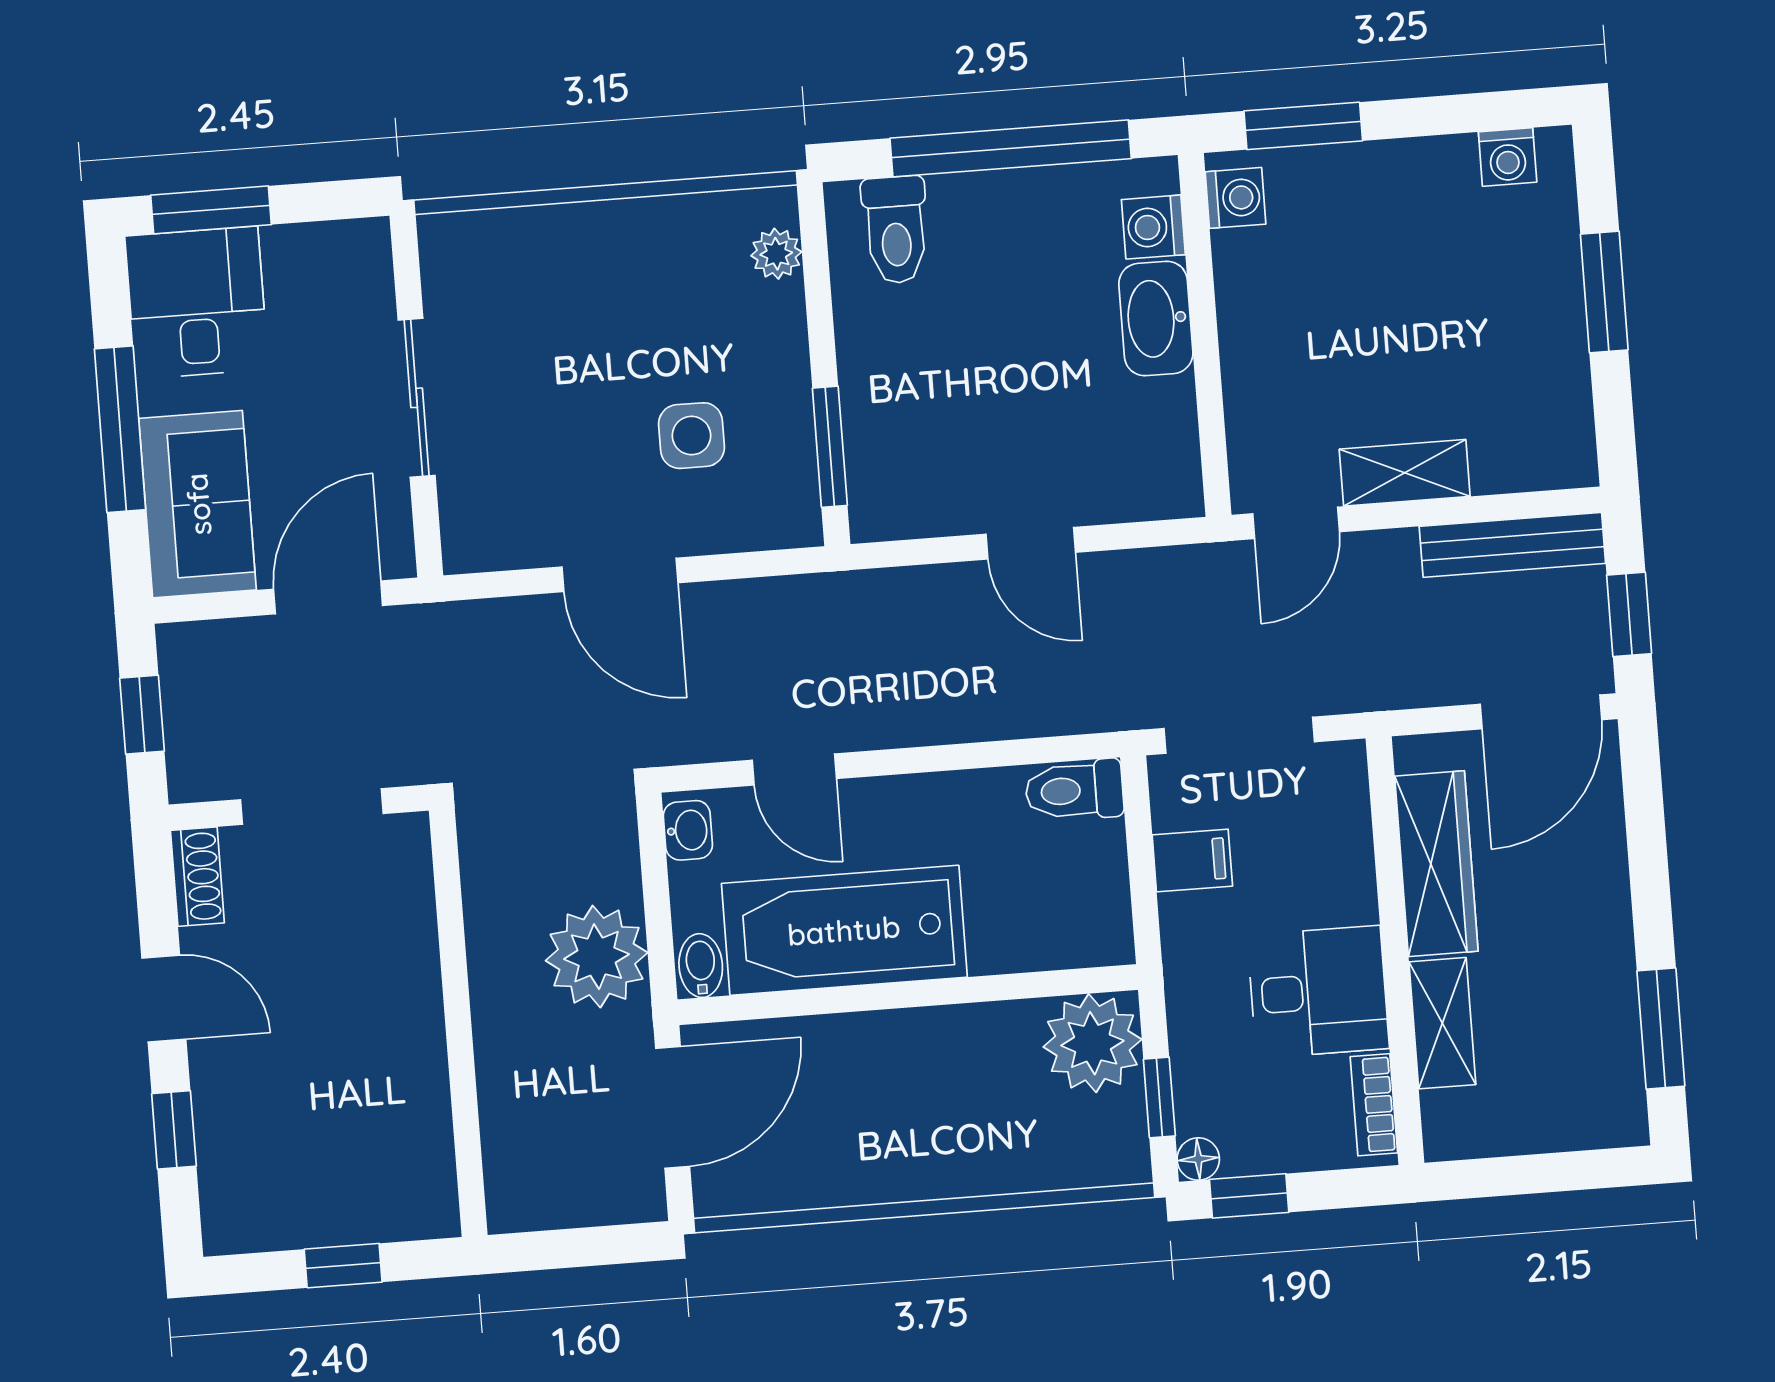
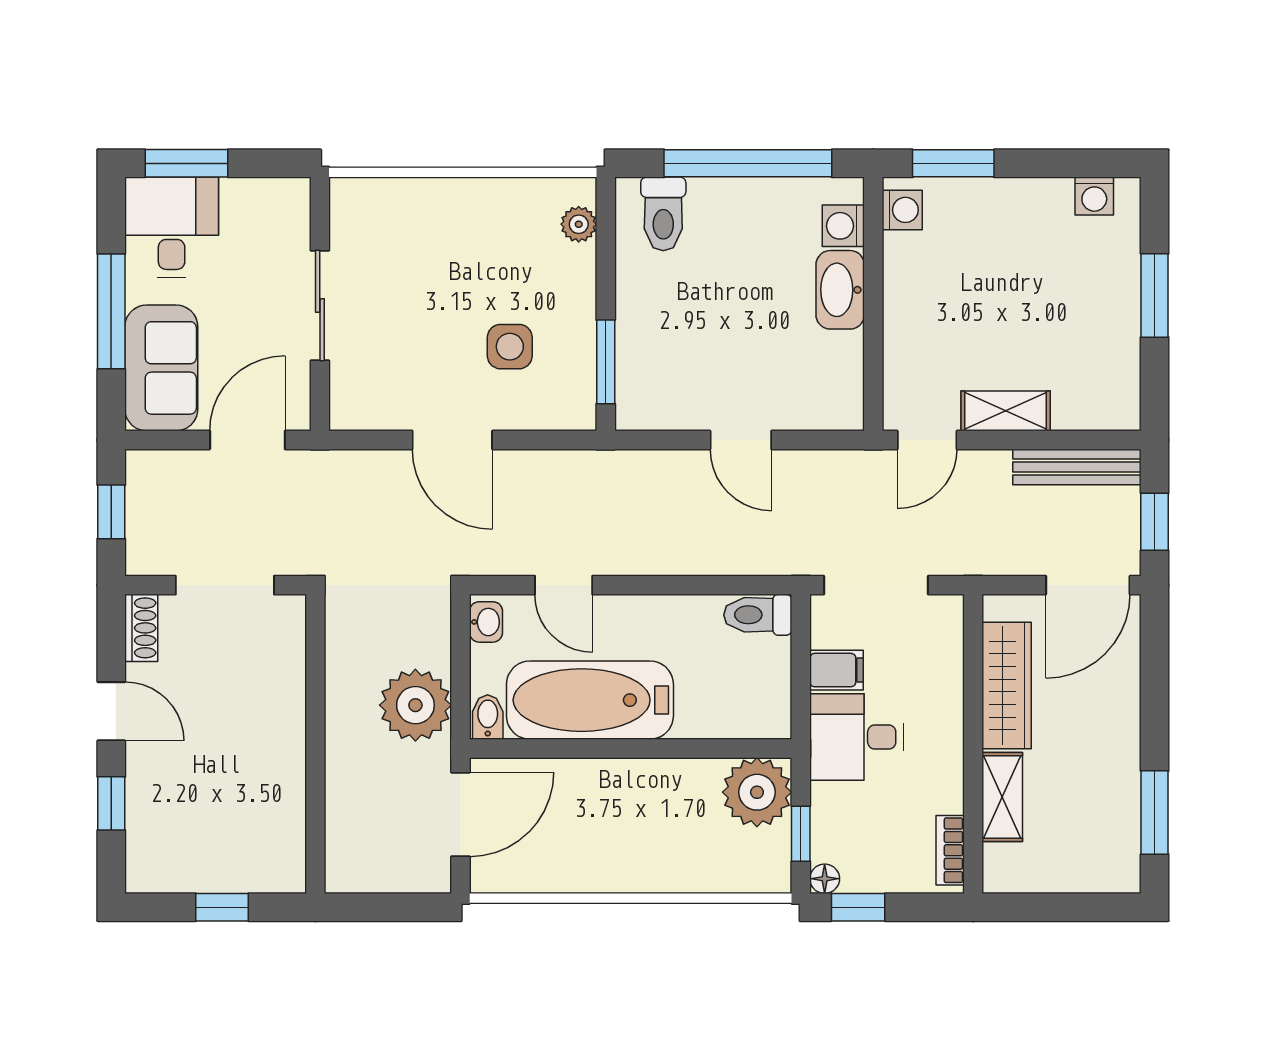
desk: (1318, 992) -> (857, 737), moved, turned 180

